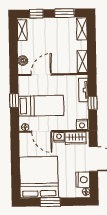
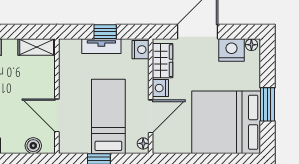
tv unit: (83, 90) -> (101, 46), moved

